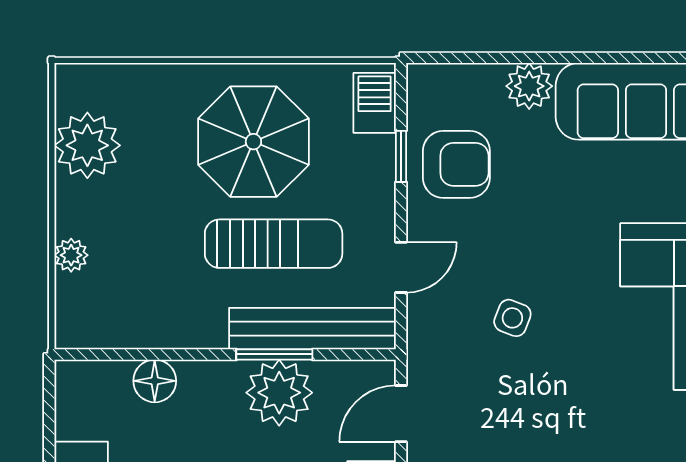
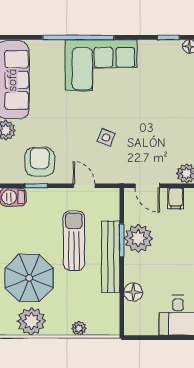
parasol: (253, 142) -> (29, 278), moved
bench: (312, 329) -> (111, 257), moved

